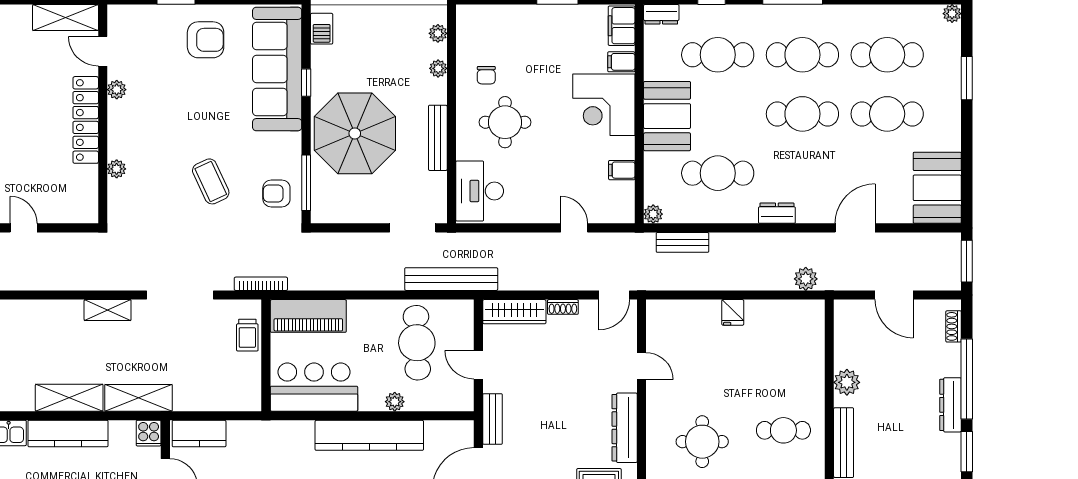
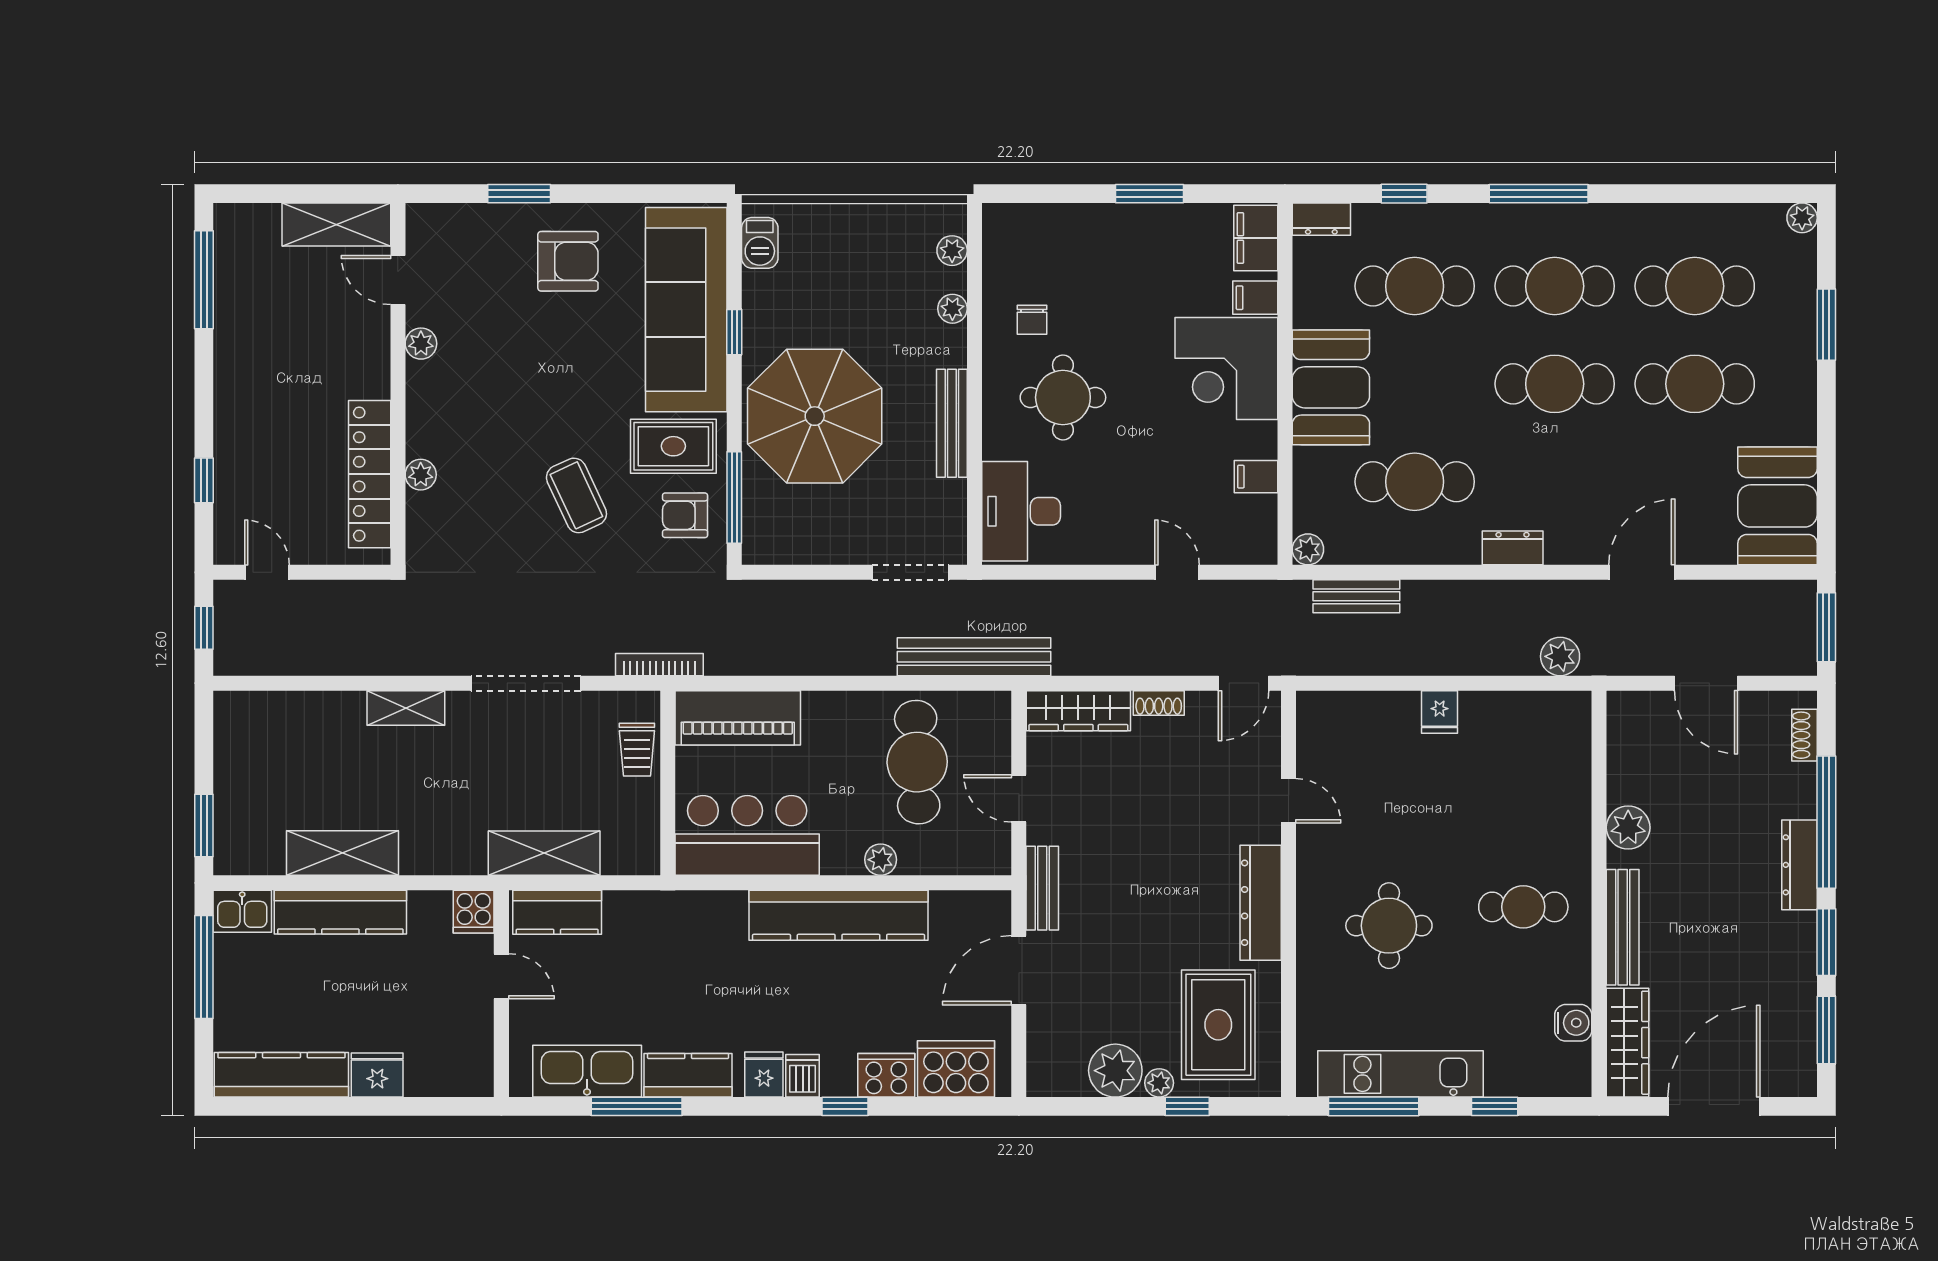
locker: (86, 120) -> (370, 474), moved
rug: (269, 152) -> (673, 446), added
shelving: (138, 398) -> (544, 853), moved

